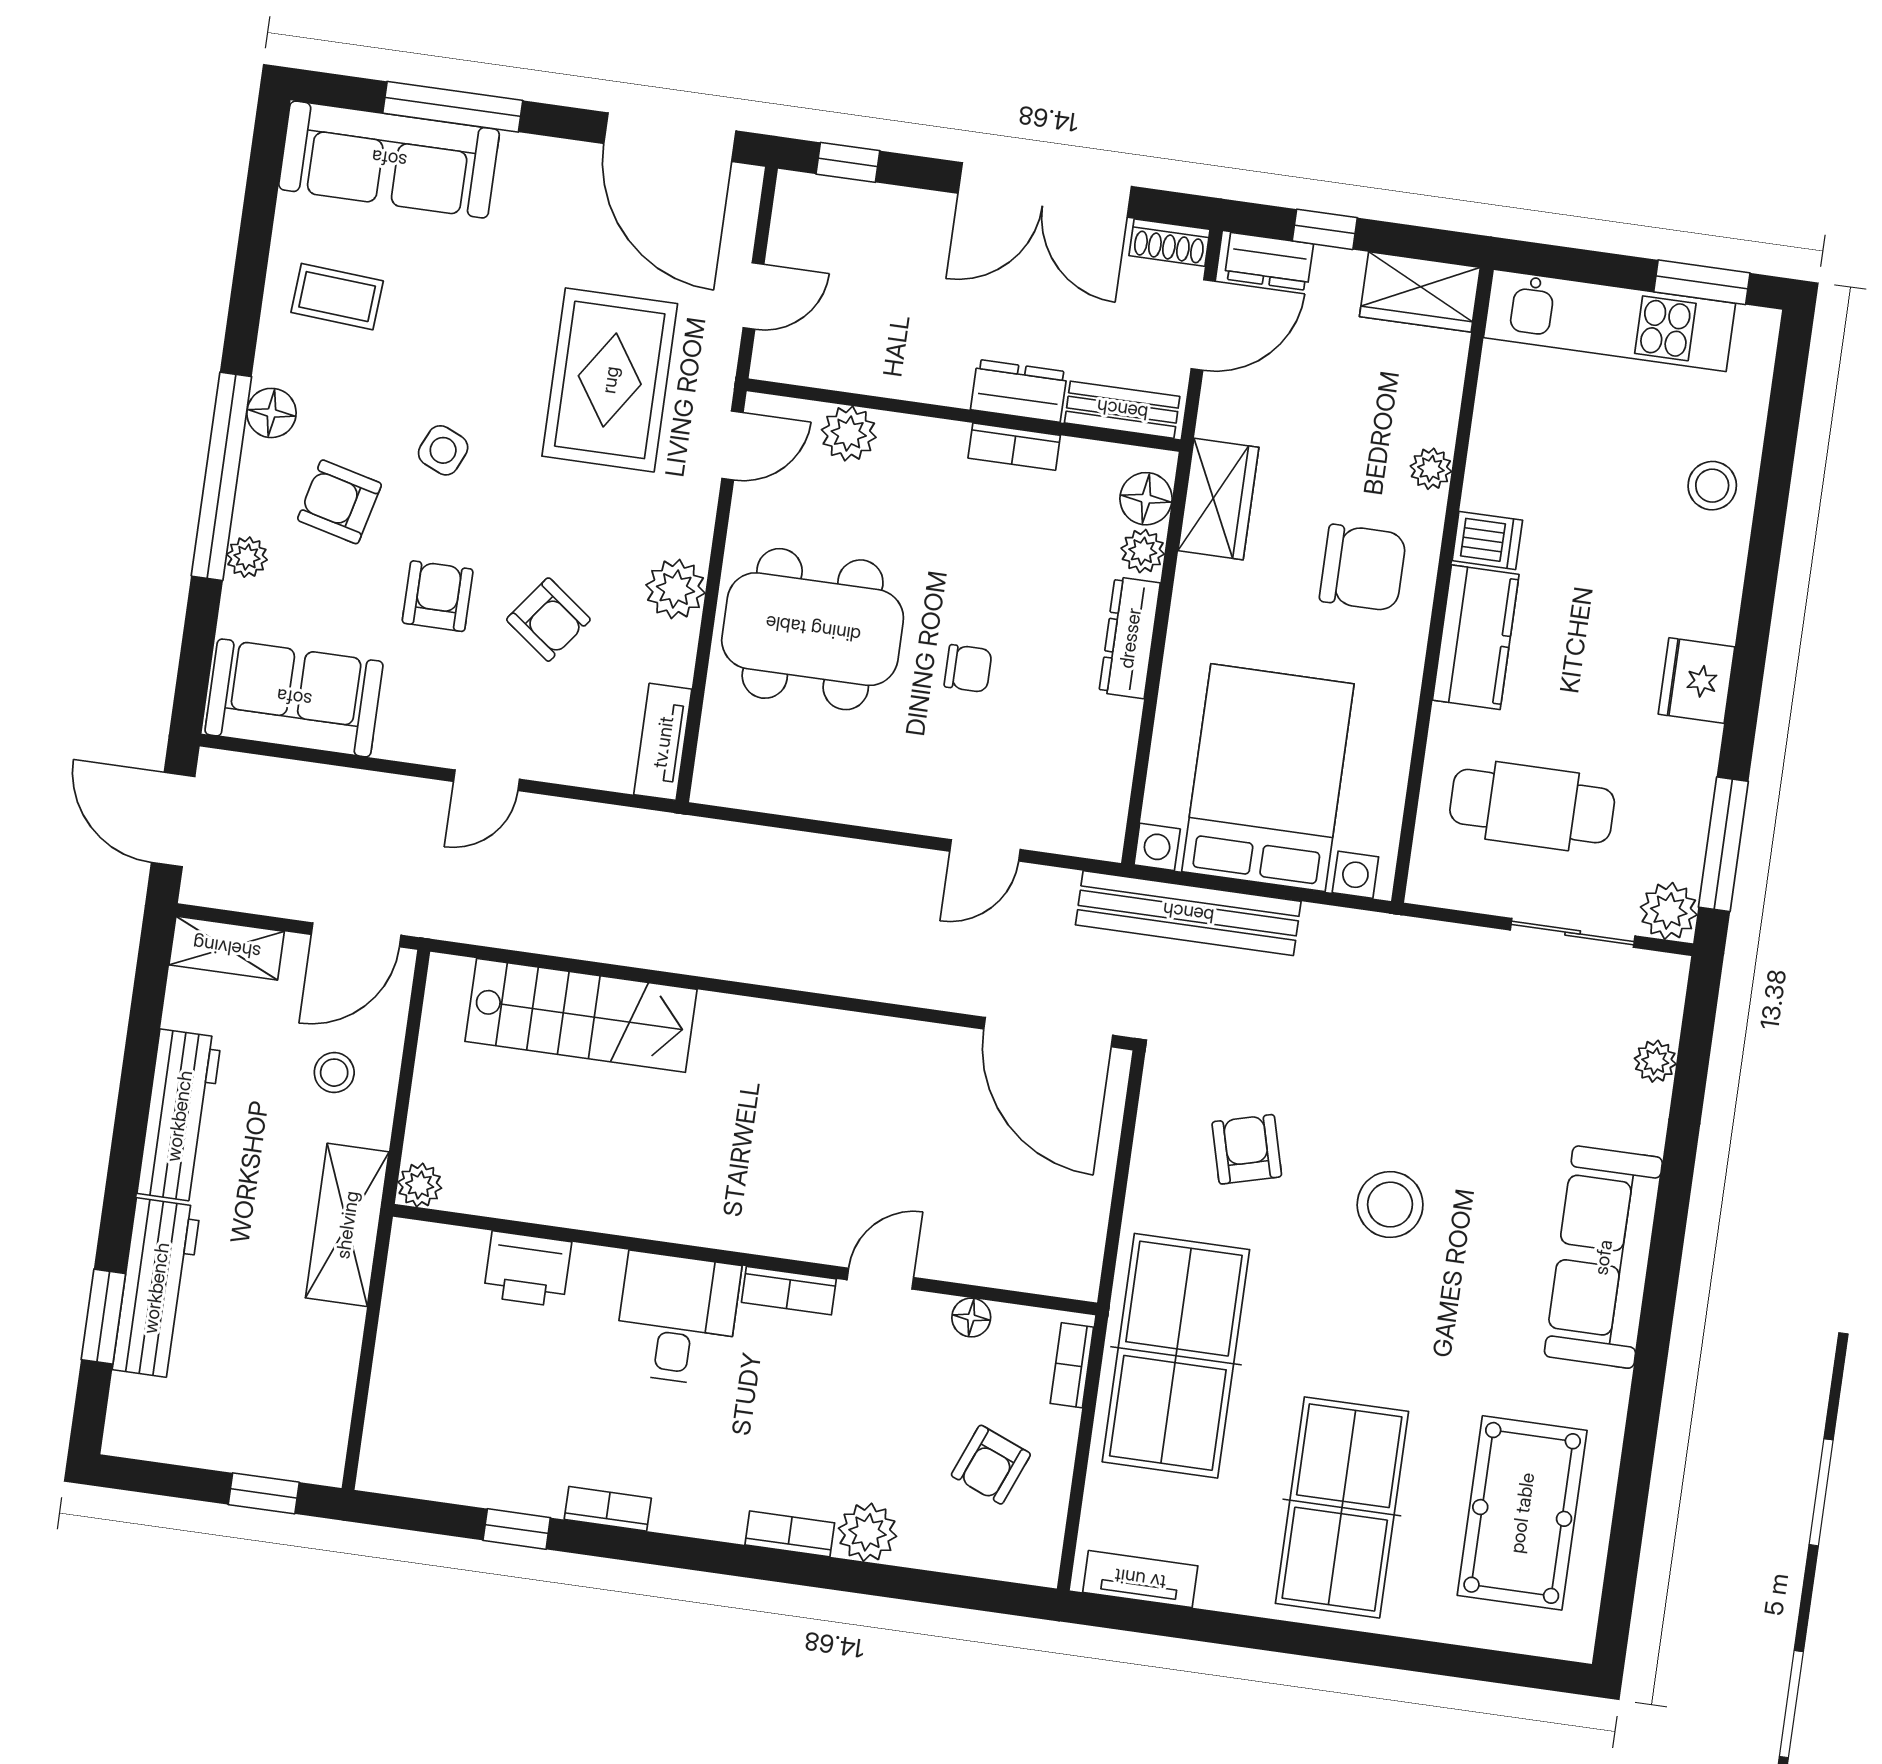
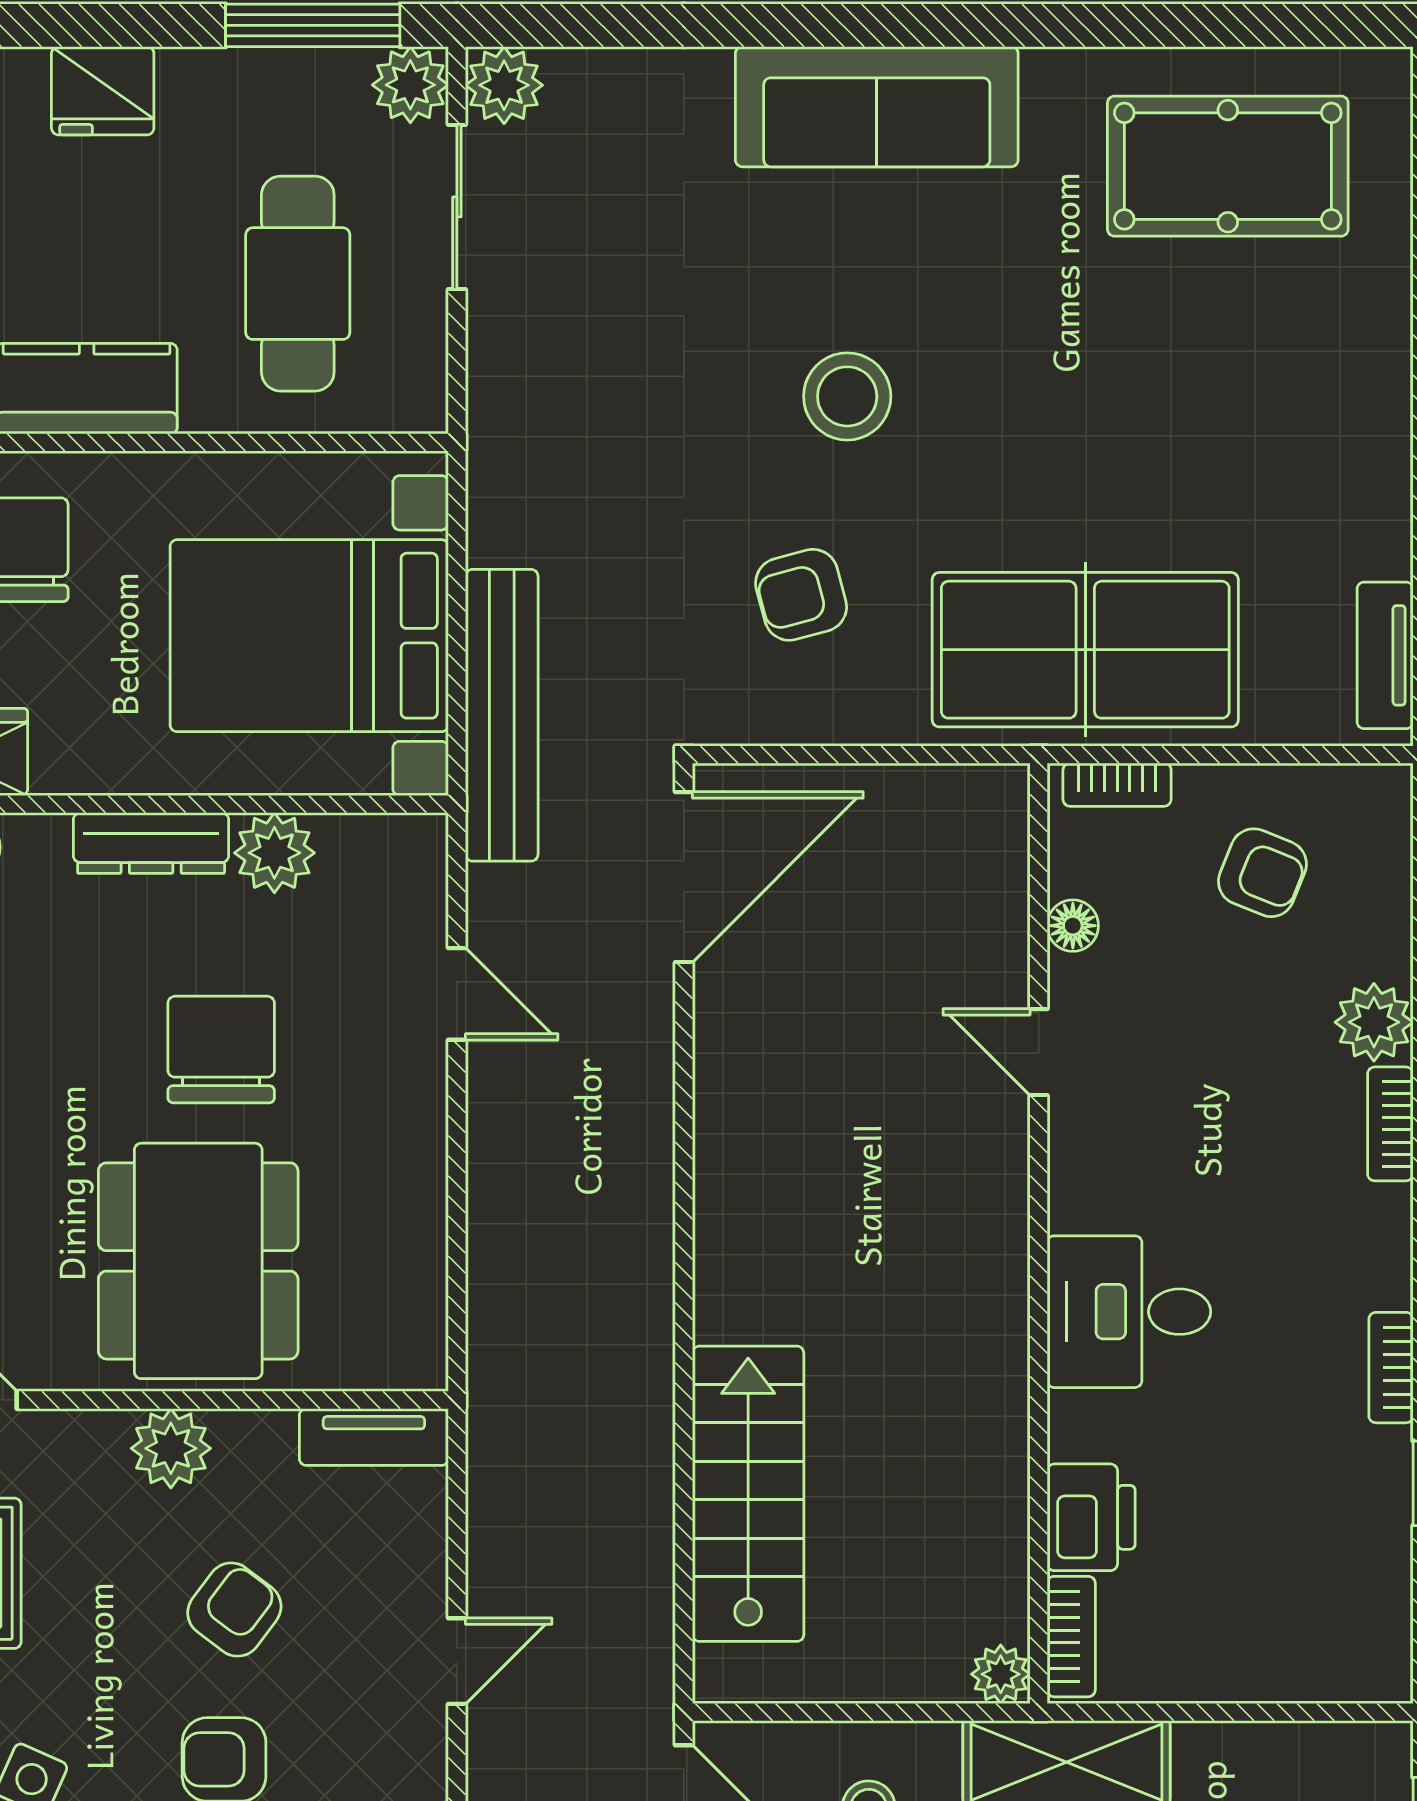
plant: (1143, 551) -> (274, 853), moved, width x1.38, depth x1.38
chair: (968, 668) -> (221, 1050), width x1.87, depth x1.87
door: (487, 780) -> (457, 1661), hinge flipped
plant: (1655, 1061) -> (504, 85), moved, width x1.38, depth x1.38
bookcase: (789, 1291) -> (1071, 1637), moved
table tennis table: (1342, 1507) -> (1254, 404), removed

